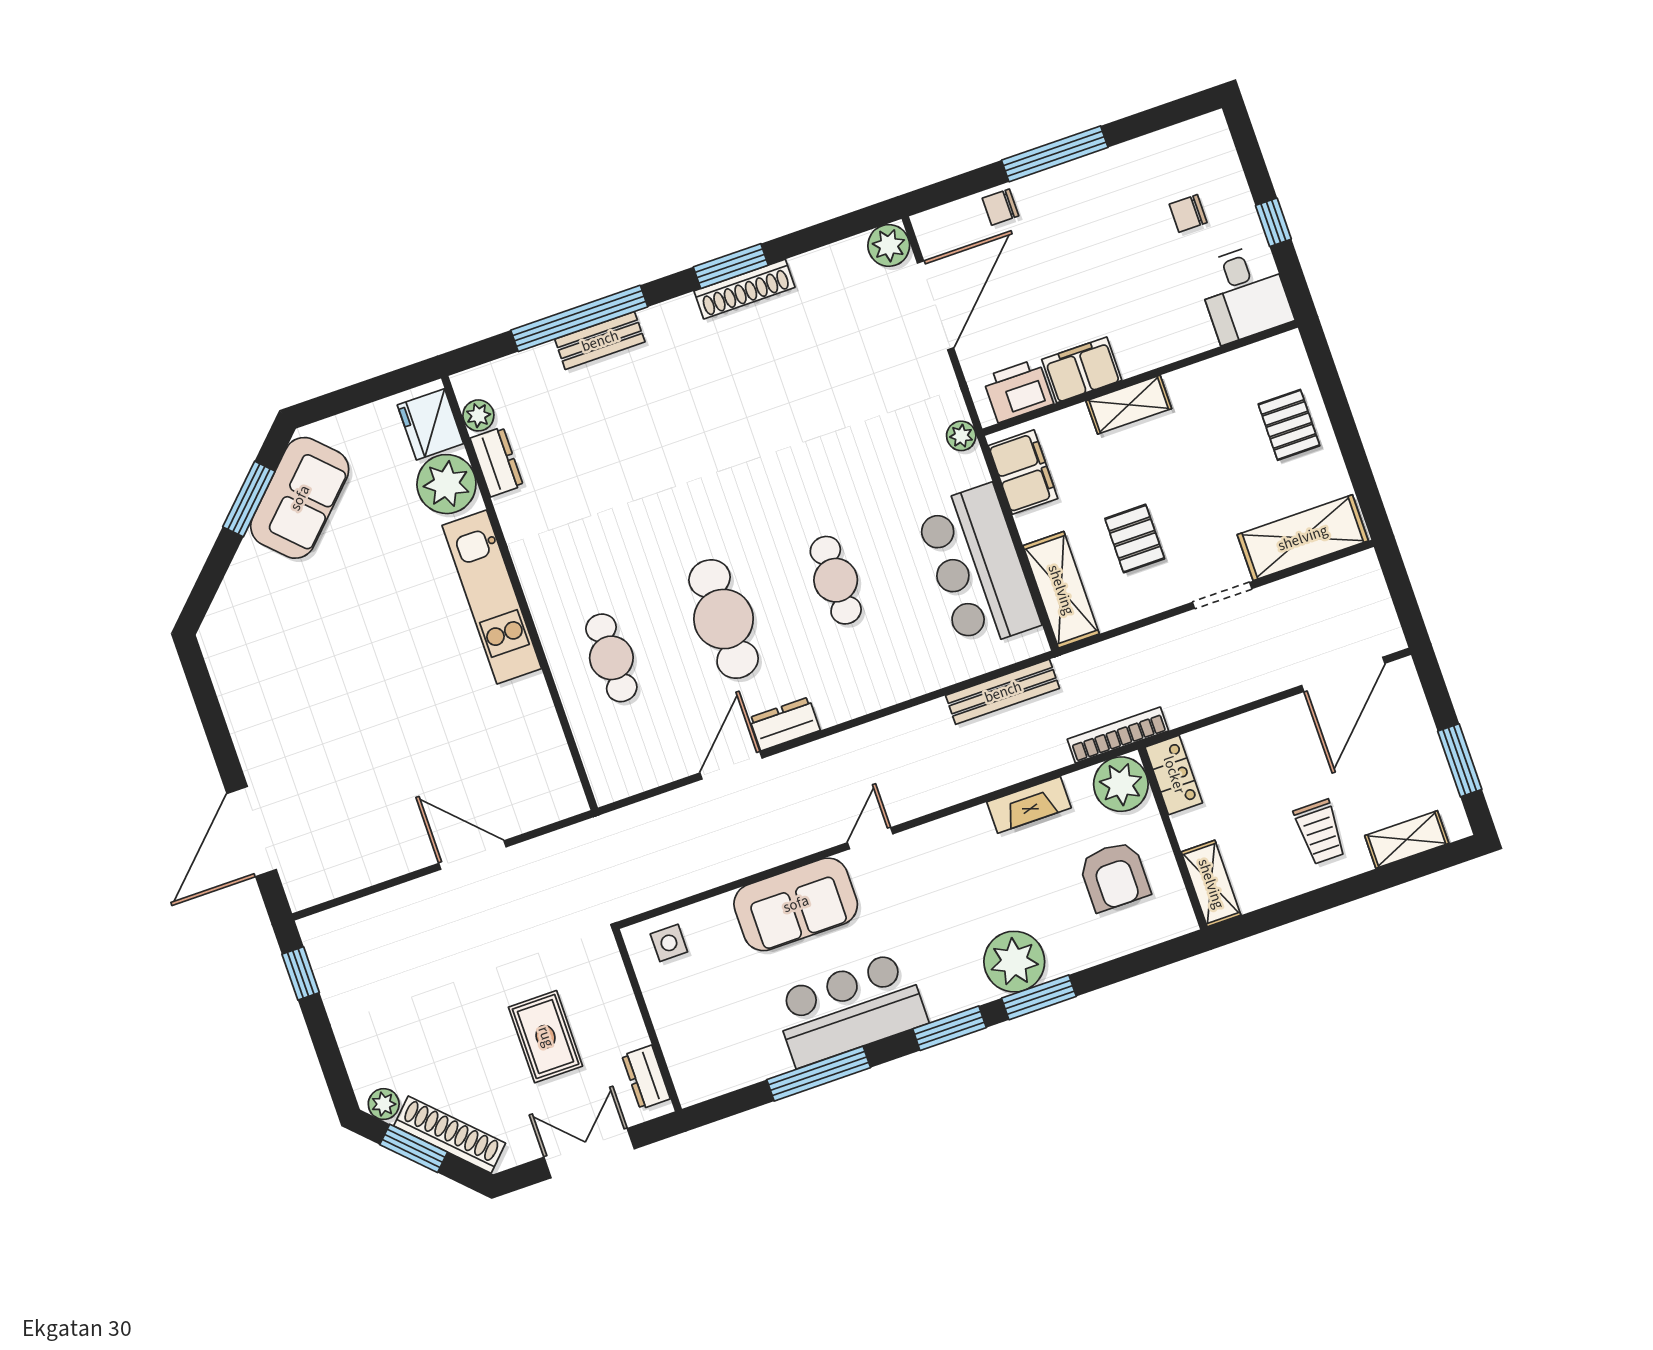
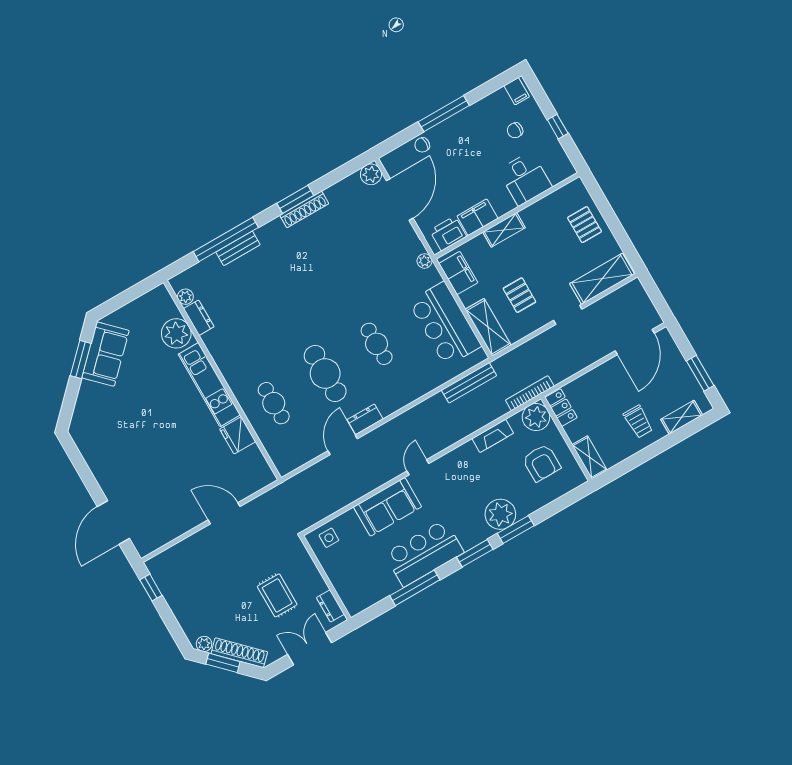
filing cabinet: (1206, 137) -> (517, 91), added
desk: (1244, 293) -> (525, 179), moved
fridge: (430, 424) -> (238, 435), moved

